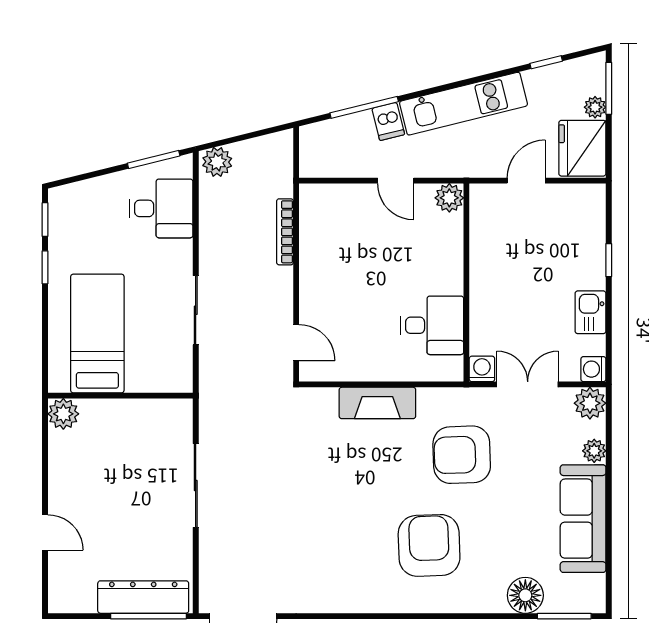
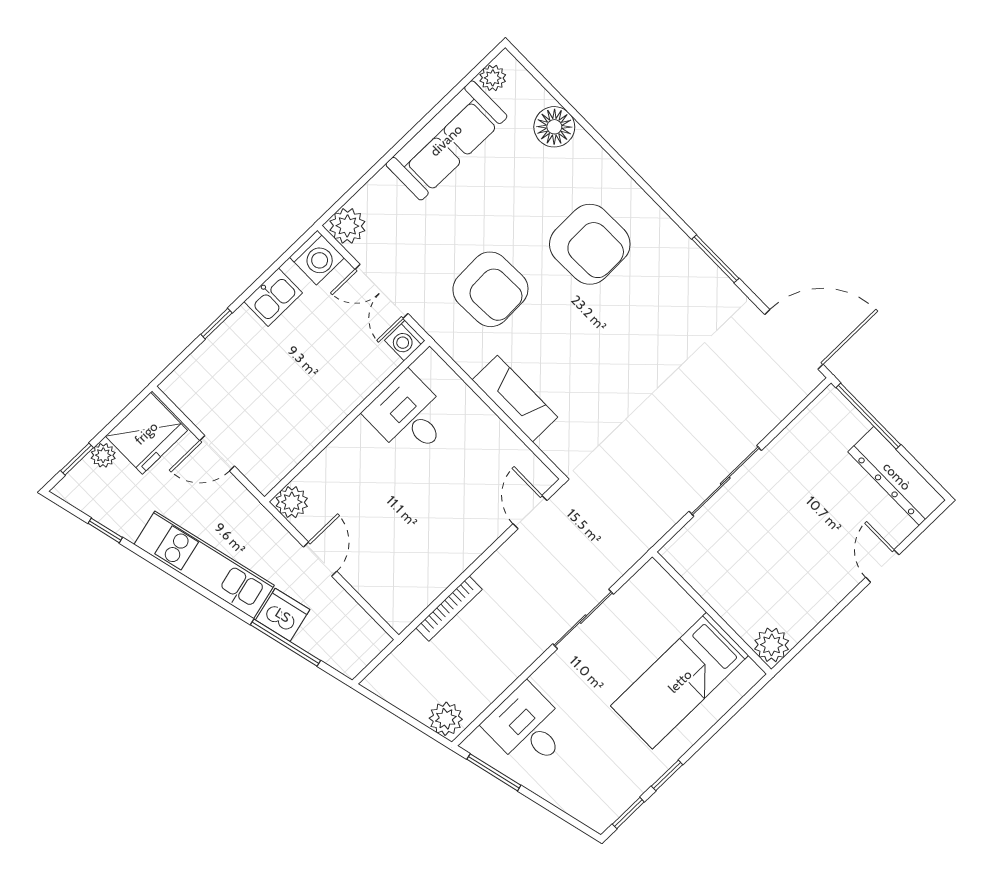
window: (609, 88) -> (77, 459), width x0.67
dishwasher: (388, 121) -> (283, 615), width x1.38
washing machine: (593, 369) -> (317, 258), width x1.38, depth x1.38
plant: (594, 451) -> (493, 78), moved
armchair: (429, 545) -> (590, 244), turned -89
dresser: (143, 597) -> (897, 476), moved
window: (564, 616) -> (715, 259), moved

